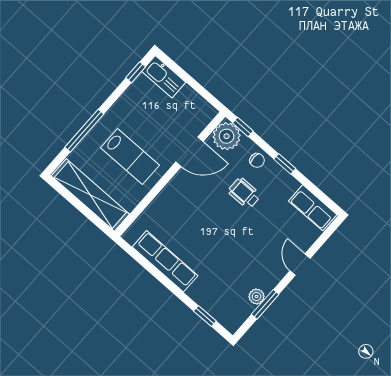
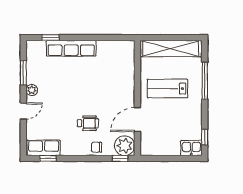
kitchen sink: (164, 77) -> (191, 148), width x0.73
window: (285, 164) -> (48, 158), moved
row of seats: (165, 261) -> (71, 48), moved
door: (300, 265) -> (23, 111), hinge flipped
plant: (256, 296) -> (32, 90), moved

